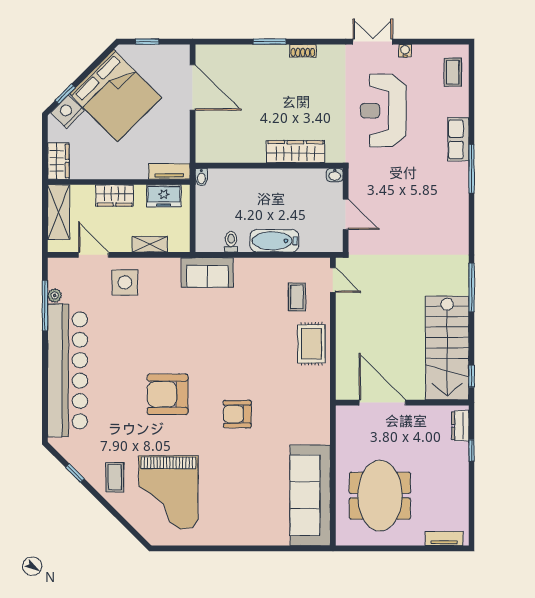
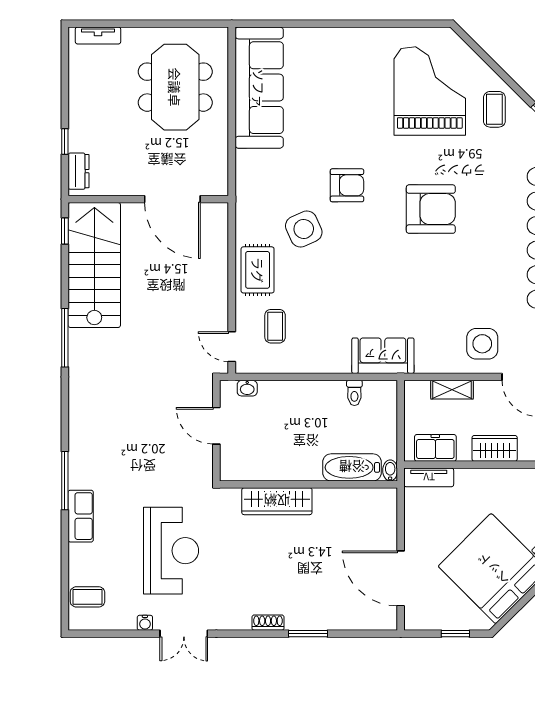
coffee table: (453, 72) -> (87, 597), turned 90
washbasin: (335, 175) -> (247, 388), moved, turned 180
bathtub: (274, 241) -> (352, 467), moved, turned 180
side table: (273, 378) -> (304, 229), added

